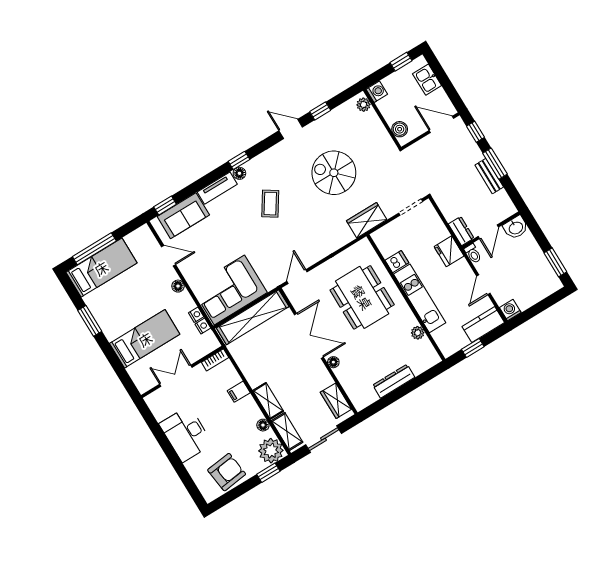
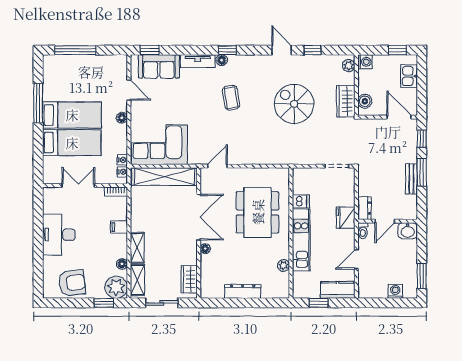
coffee table: (270, 204) -> (231, 98), turned -42
wardrobe: (367, 220) -> (346, 101), moved, turned -90
bed: (101, 268) -> (72, 115), moved
washing machine: (510, 310) -> (395, 291), moved
nightstand: (196, 315) -> (122, 172), moved
window: (90, 321) -> (38, 103), width x1.44

